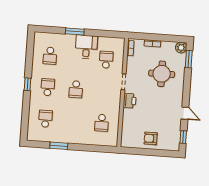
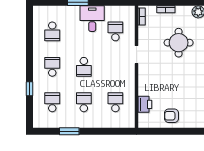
window: (28, 84) -> (29, 89), moved
printer: (130, 101) -> (145, 104), moved
school desk: (74, 121) -> (84, 102), added
school desk: (102, 123) -> (115, 102), turned 180

